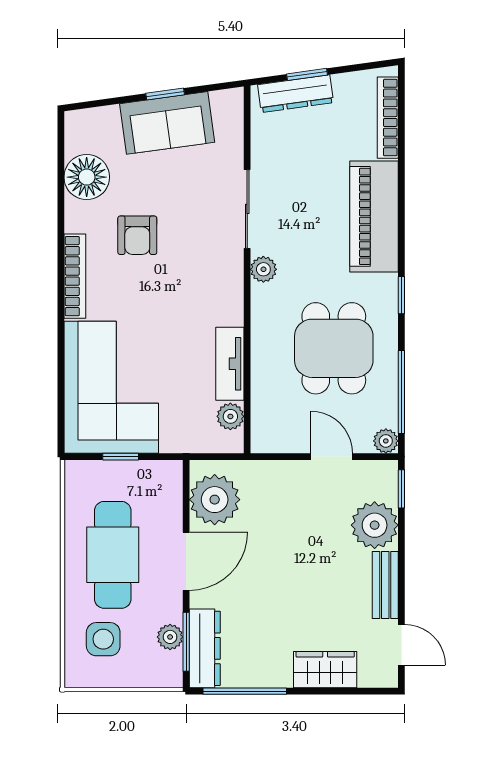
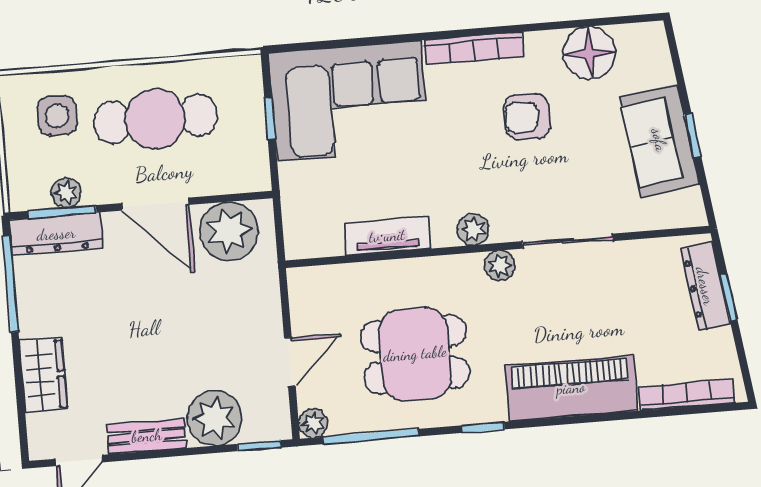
plant: (230, 416) -> (473, 229), moved

